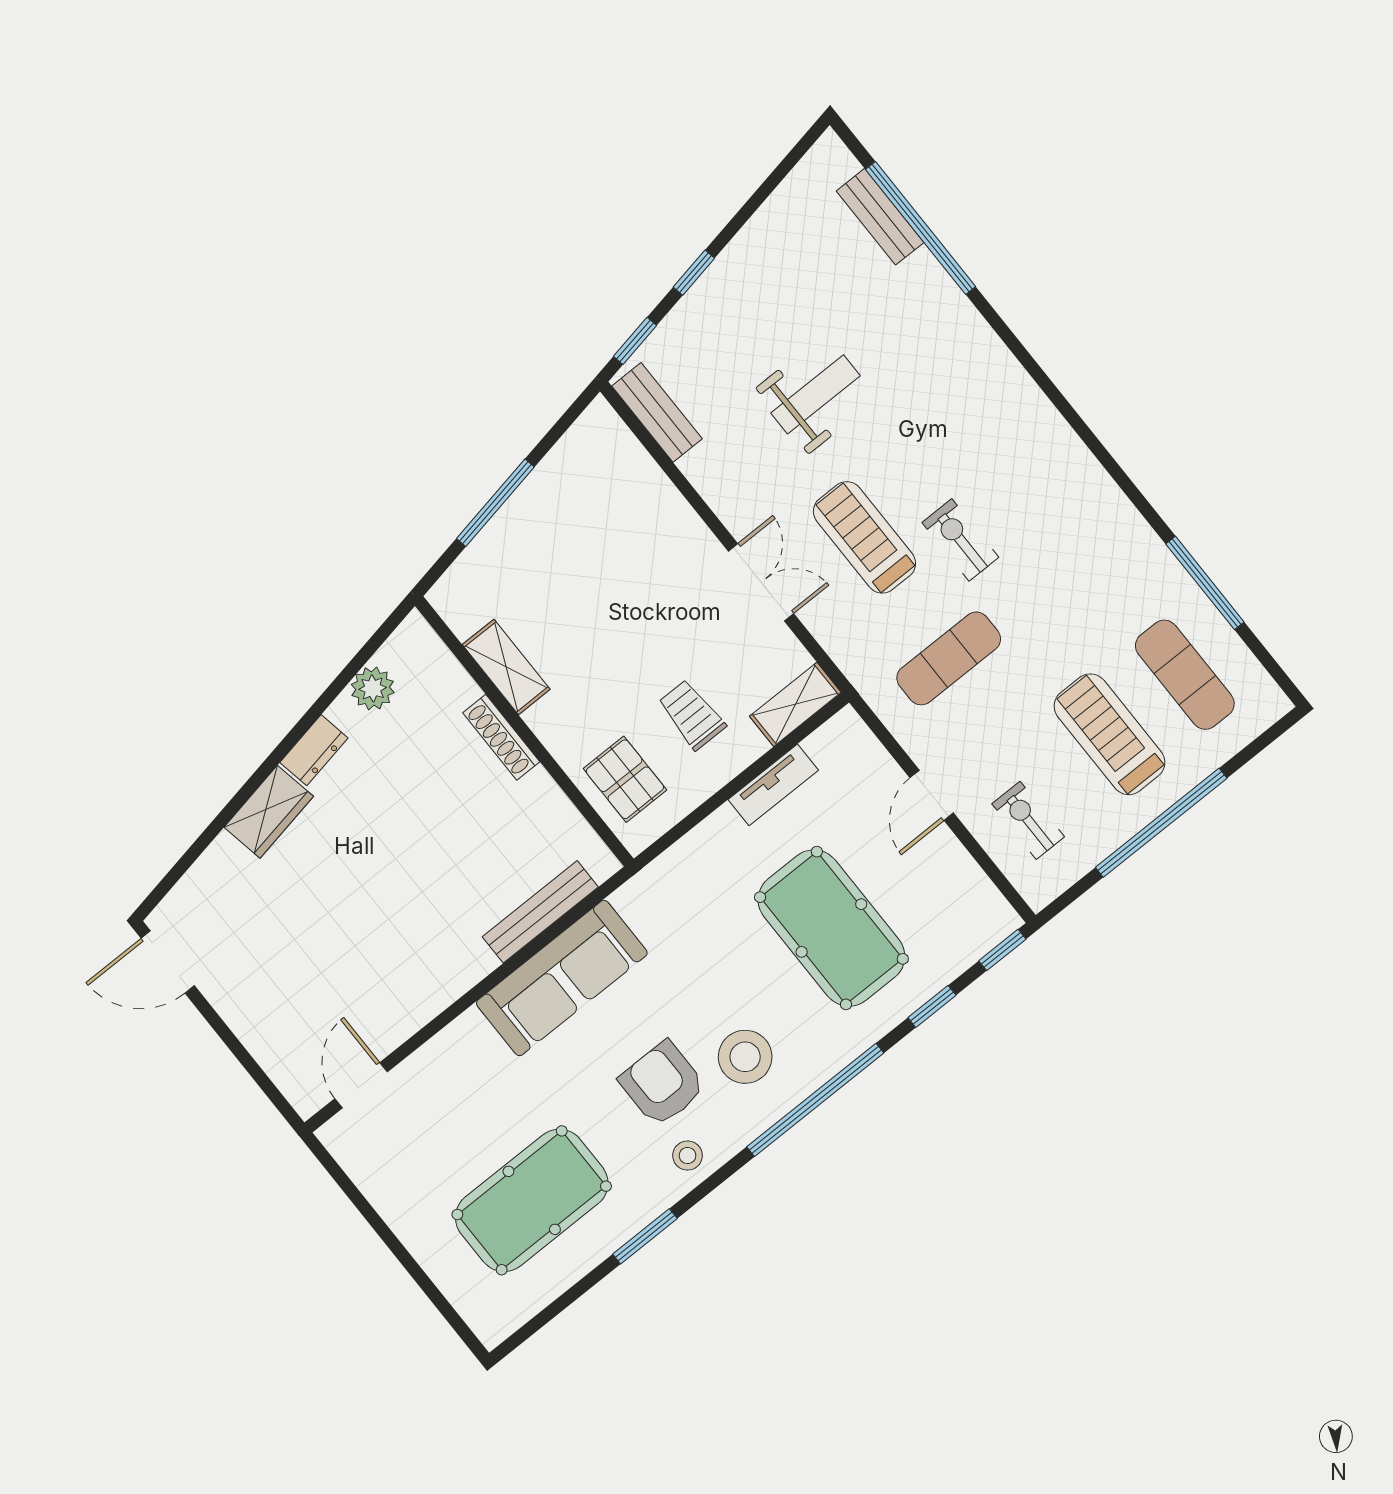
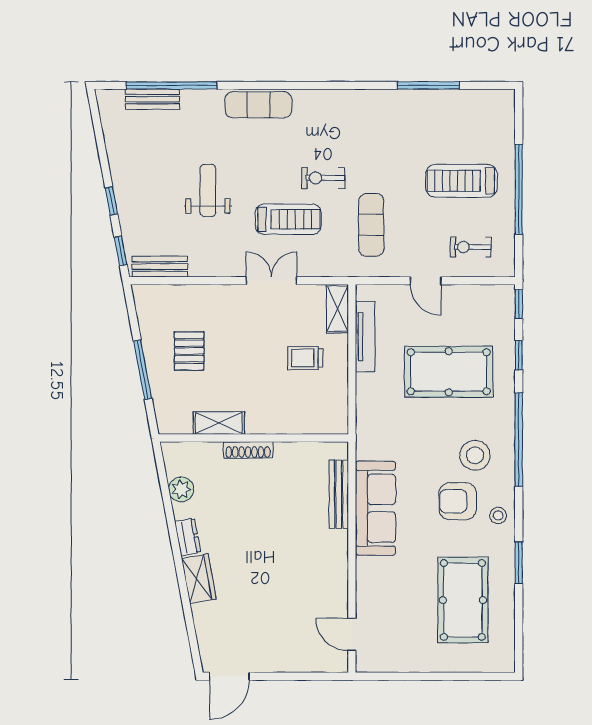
treadmill: (864, 537) -> (288, 219), turned 180
exercise mat: (1185, 675) -> (258, 105), moved
pallet: (625, 779) -> (189, 351), moved, turned 90
tv unit: (773, 785) -> (365, 337), width x1.41

